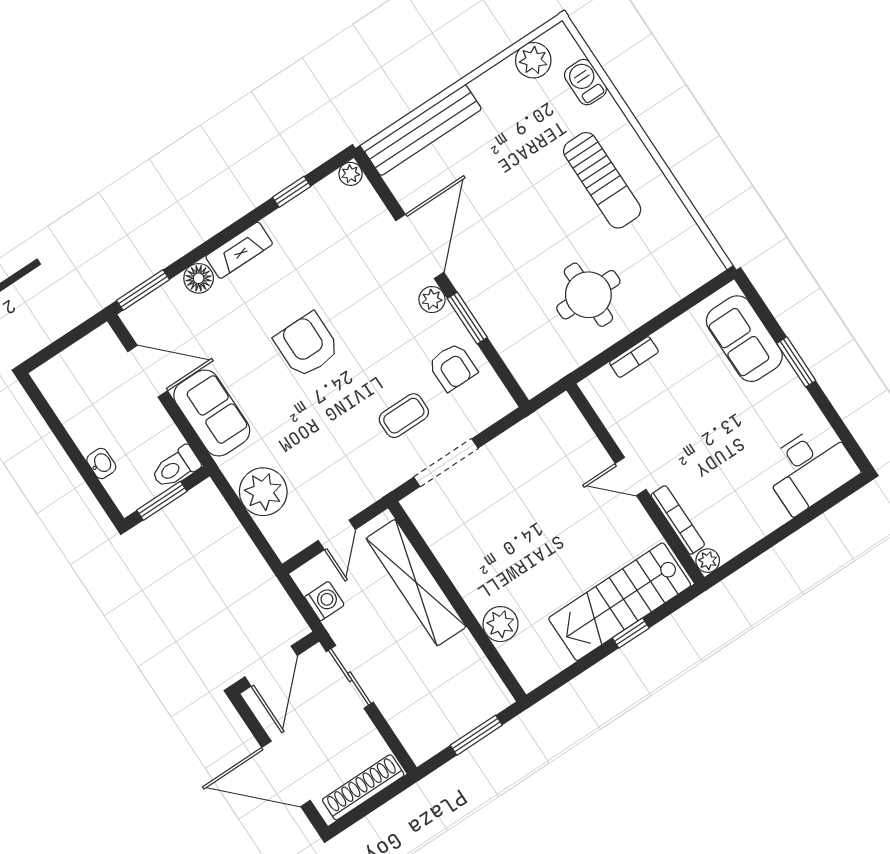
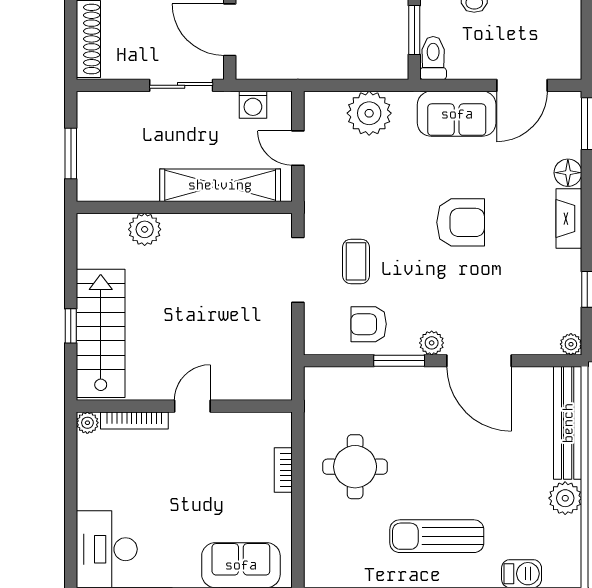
plant: (533, 60) -> (565, 498), moved

